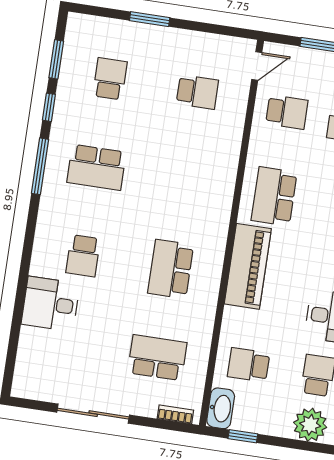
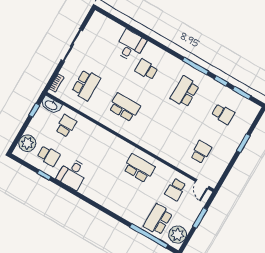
school desk: (197, 92) -> (201, 152), turned 180
piano: (248, 266) -> (112, 143), removed

